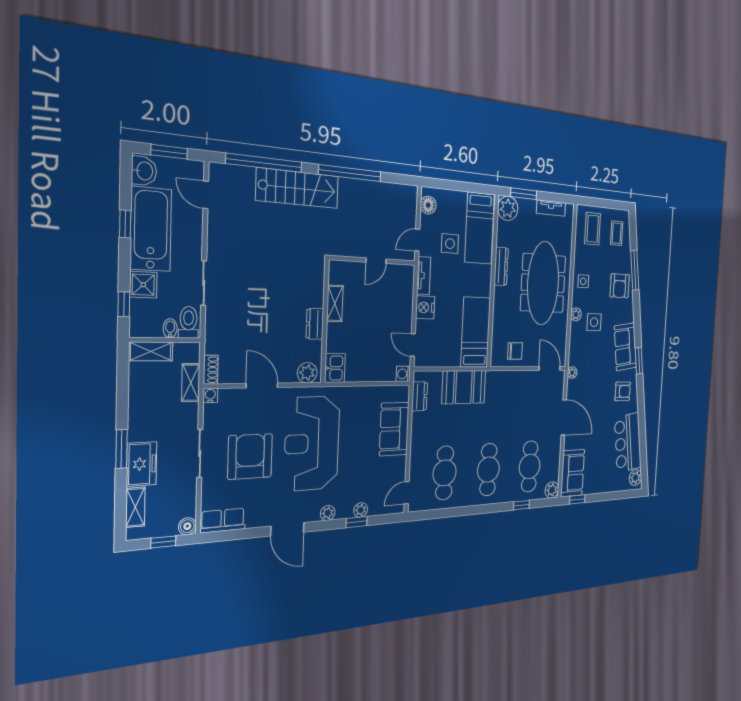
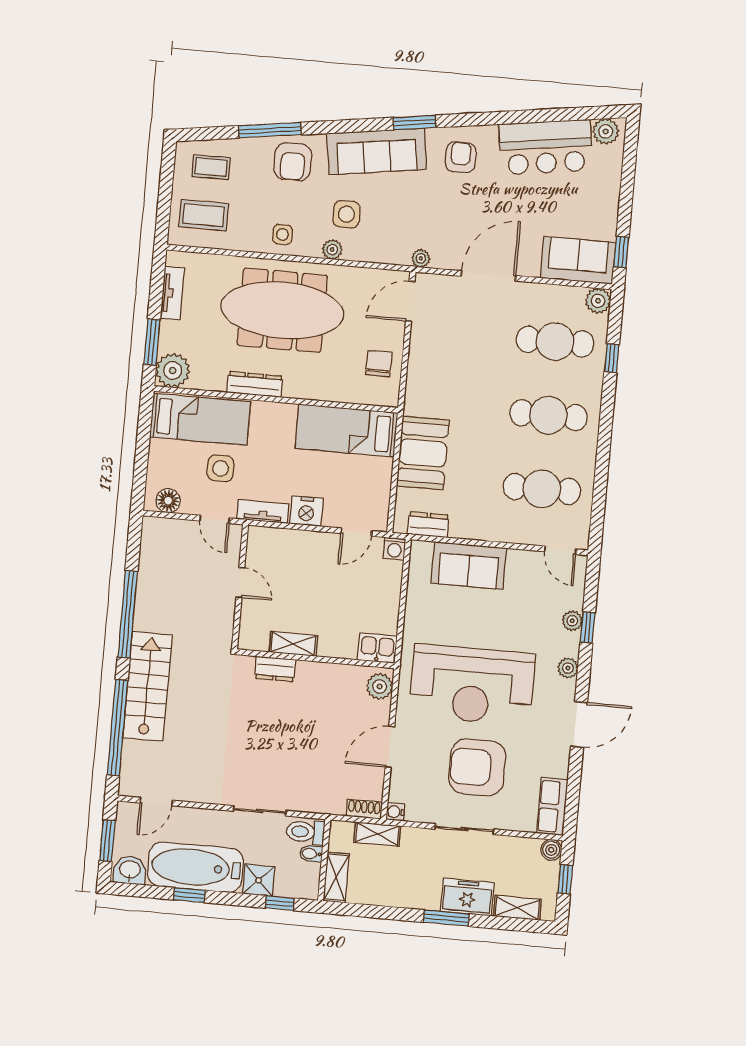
armchair: (620, 286) -> (293, 162), turned 90
dresser: (315, 324) -> (275, 669), moved
sofa: (625, 347) -> (377, 151), width x1.36

